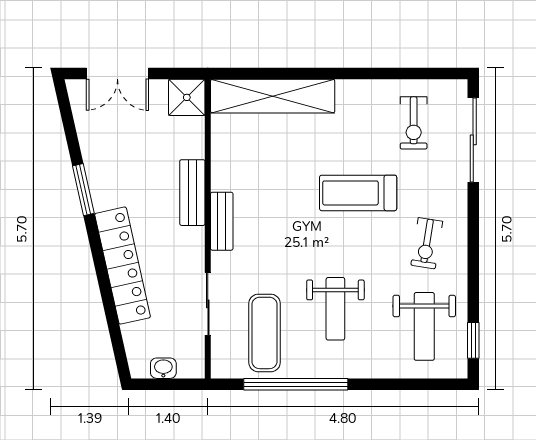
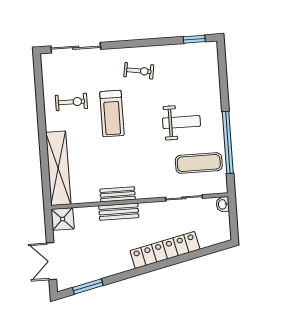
double door: (117, 74) -> (51, 261), swing flipped
exercise bike: (414, 123) -> (71, 102), moved
window: (83, 190) -> (88, 286), moved
bench: (222, 221) -> (118, 194), moved
weight bench: (424, 326) -> (188, 69), removed
washbasin: (163, 368) -> (223, 204), moved

